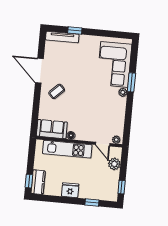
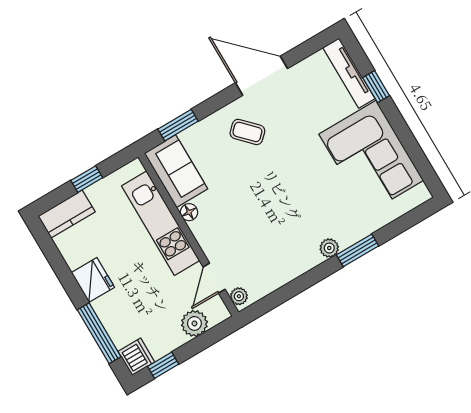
corner sofa: (114, 64) -> (371, 157), moved, turned -90
door: (39, 71) -> (262, 76), hinge flipped
window: (35, 116) -> (178, 125), added
window: (29, 181) -> (87, 179), moved
dishwasher: (111, 195) -> (136, 357), added
window: (92, 202) -> (99, 333), width x2.17

